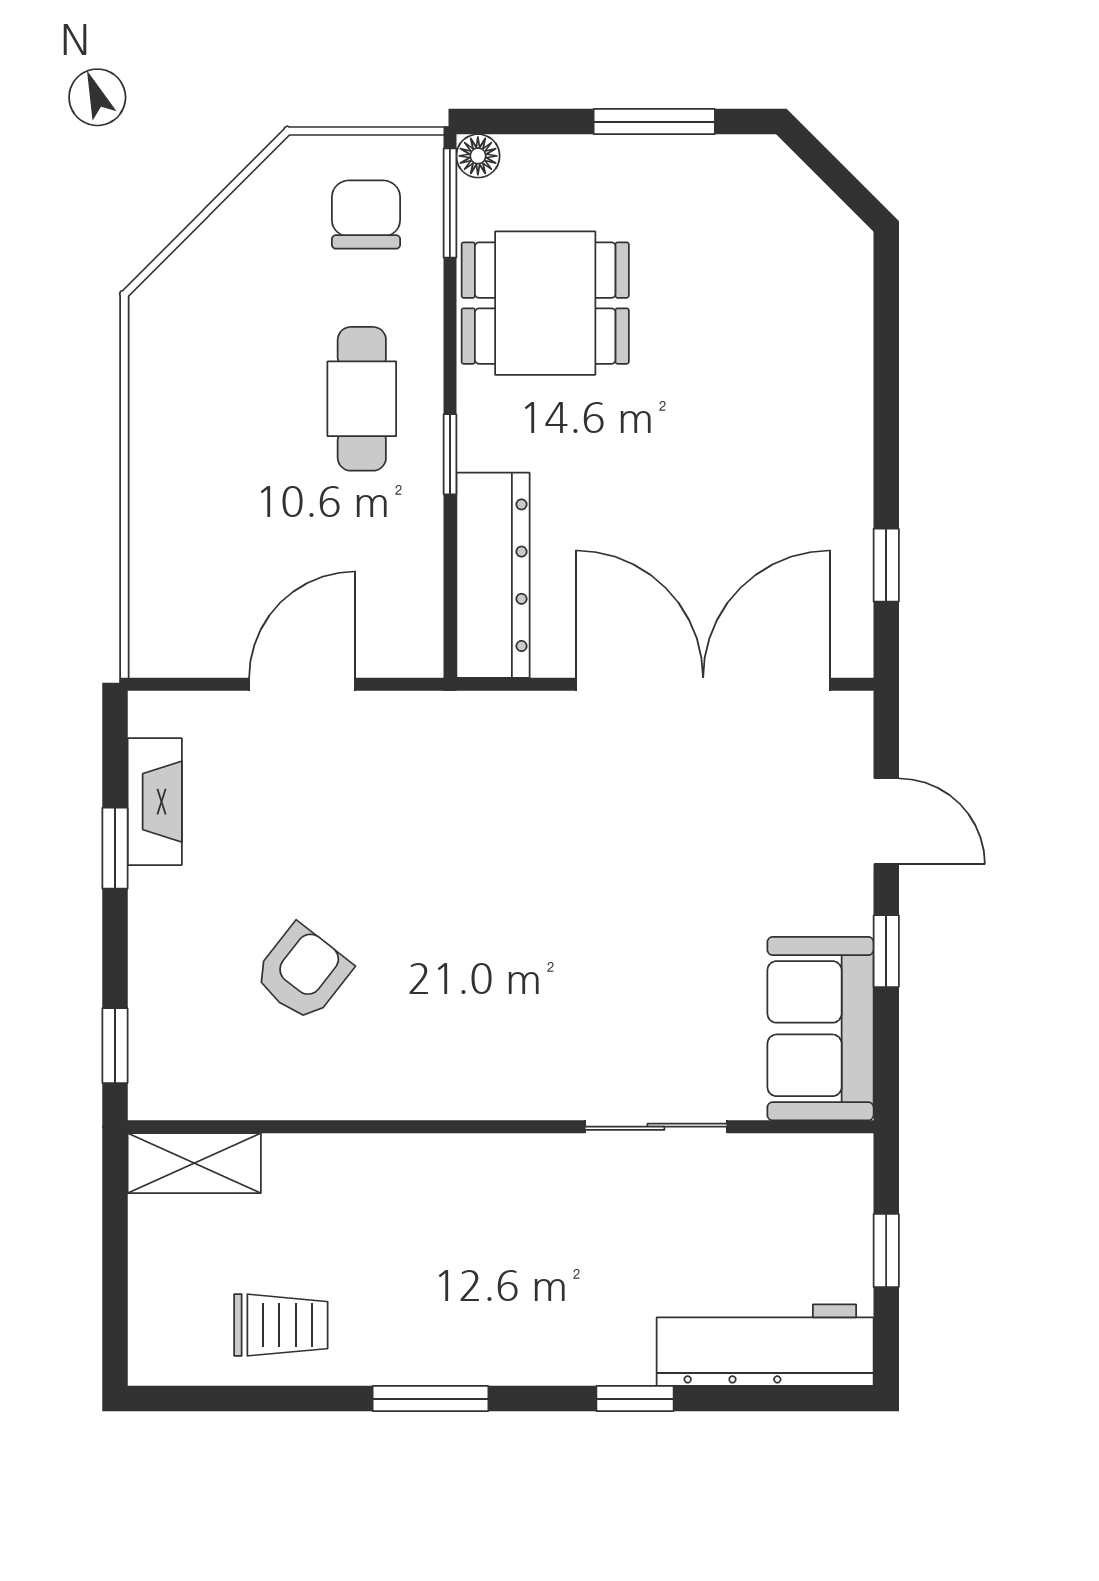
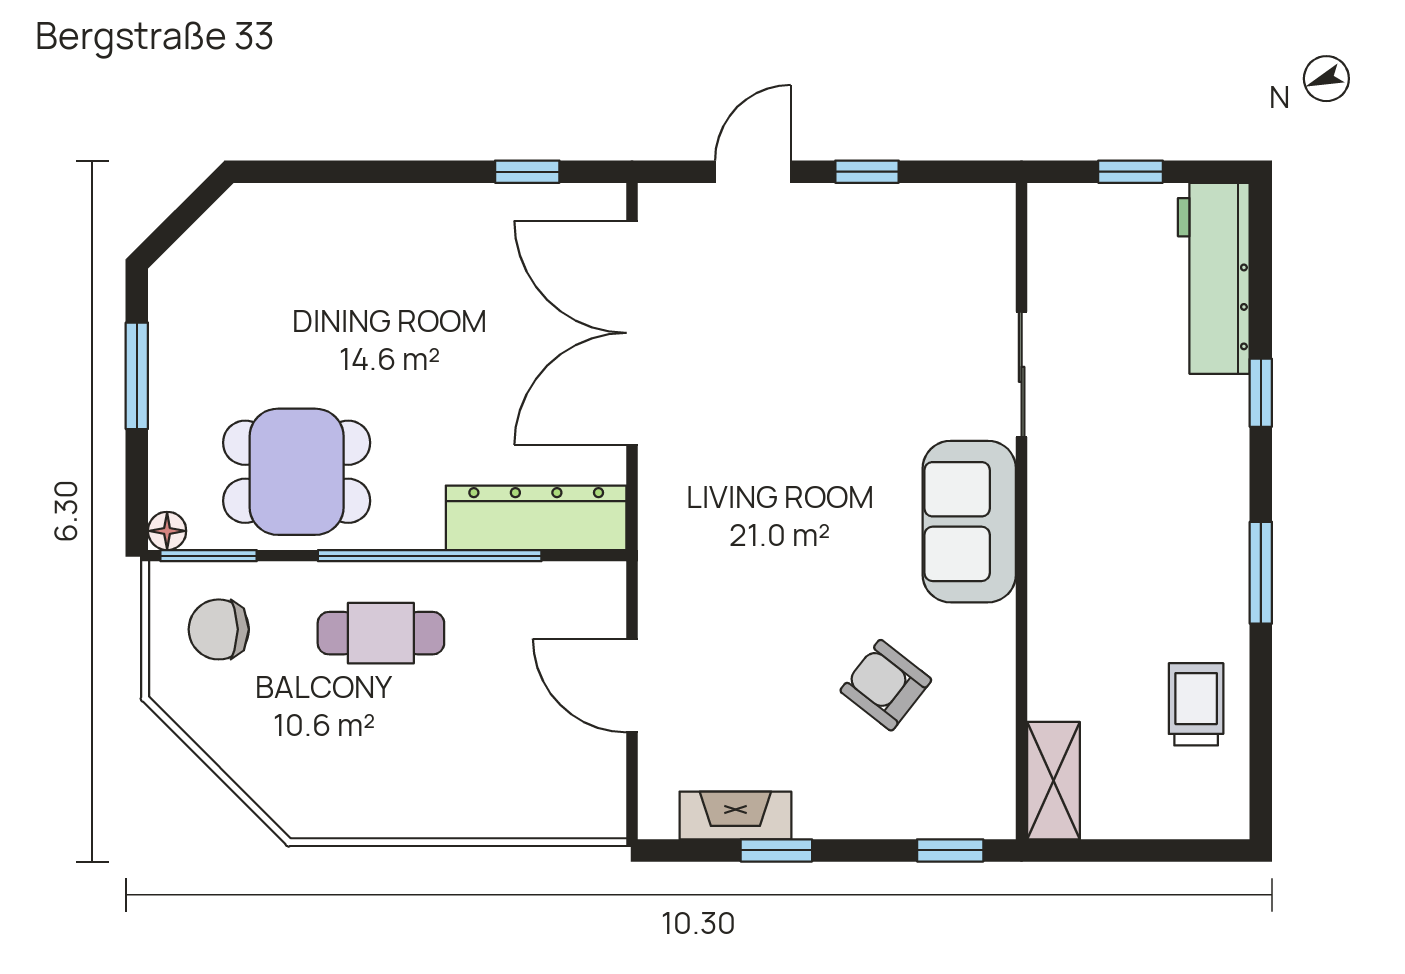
dining table: (545, 303) -> (297, 472), turned 90
window: (450, 454) -> (430, 556), width x3.17
sofa: (820, 1029) -> (969, 522), moved, turned 90

